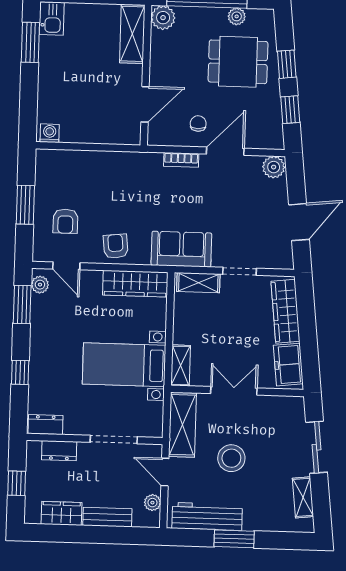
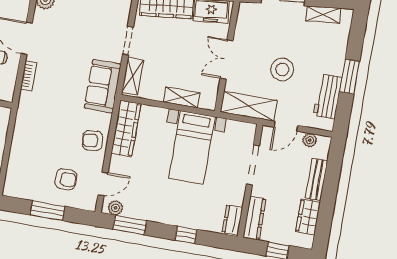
shelving: (181, 365) -> (182, 98), moved
dresser: (59, 451) -> (255, 218), width x1.44
workbench: (207, 516) -> (328, 96), width x0.73

